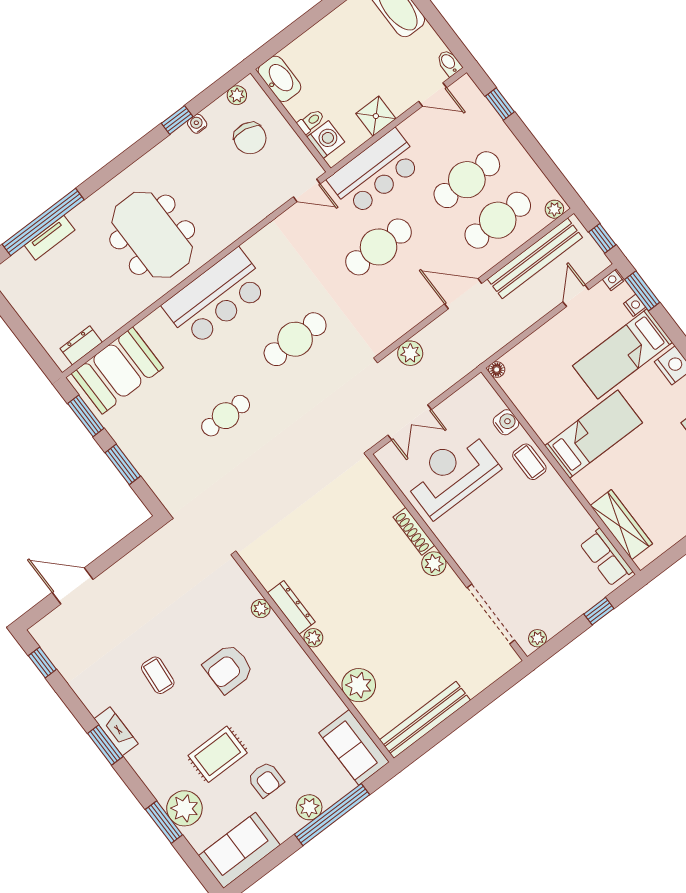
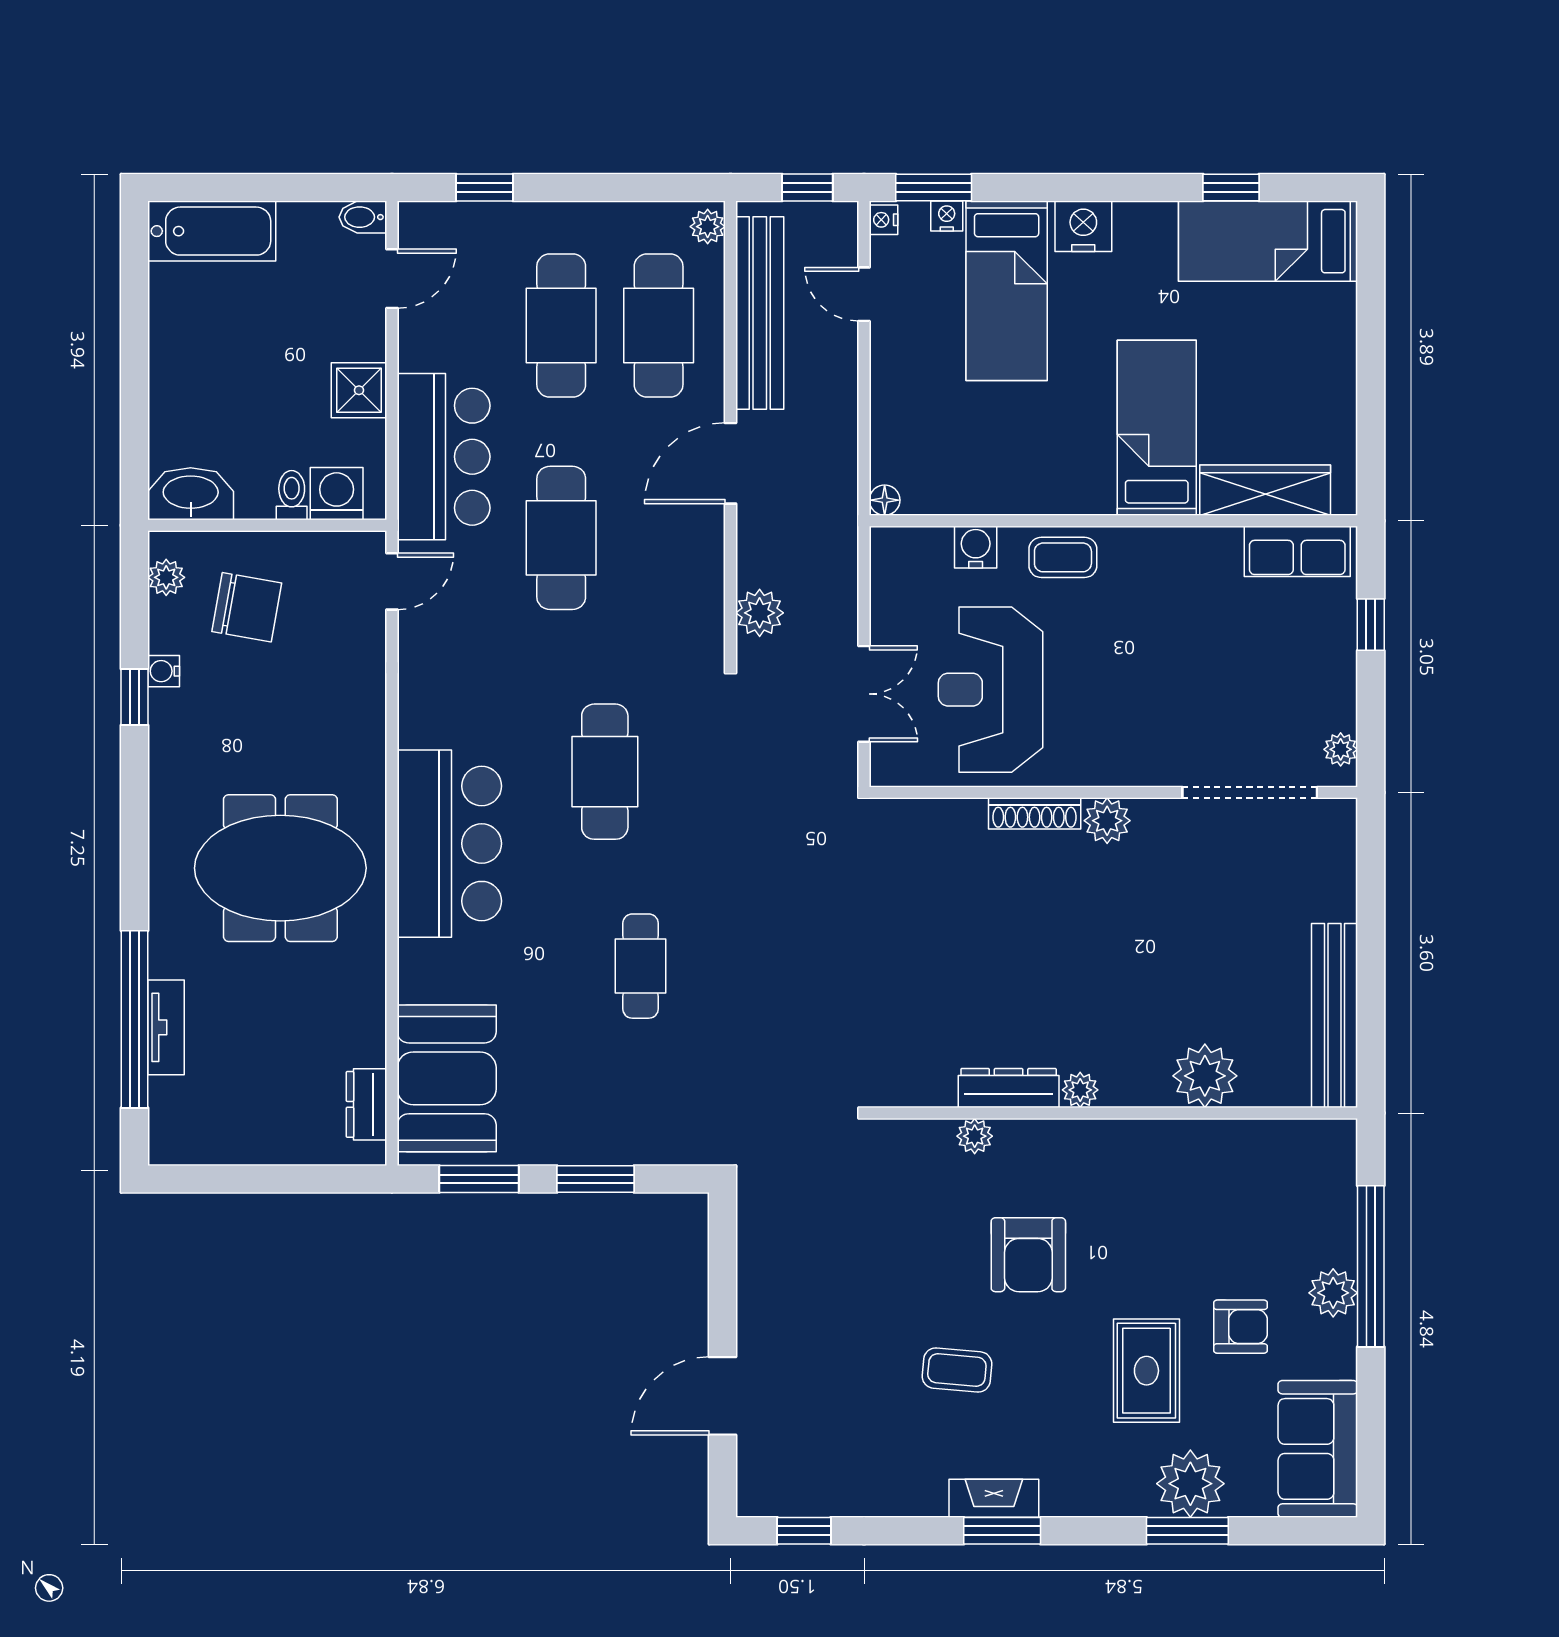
bed: (594, 434) -> (1157, 428), moved
sofa: (354, 747) -> (1294, 1155), removed

